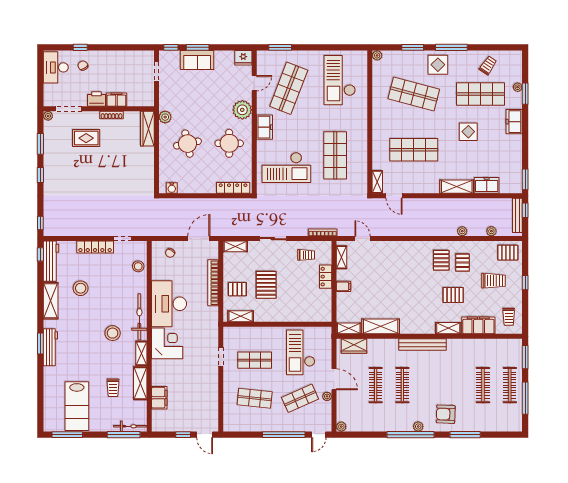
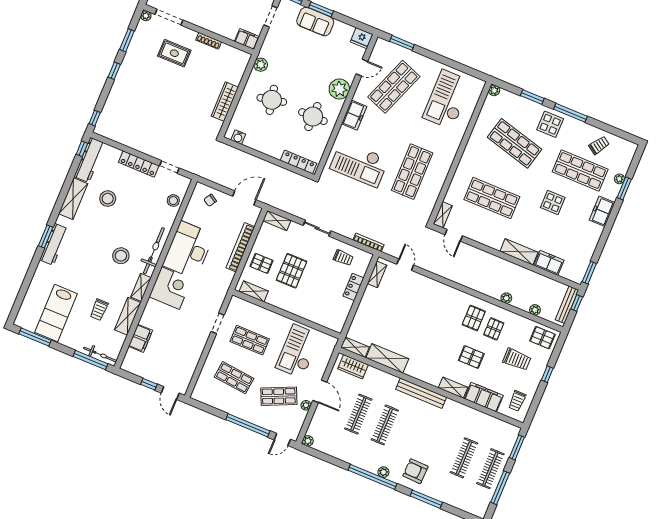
printer: (97, 99) -> (200, 19), removed
filing cabinet: (116, 100) -> (247, 39), moved
wardrobe: (147, 129) -> (225, 102), moved
filing cabinet: (344, 286) -> (367, 304), removed

